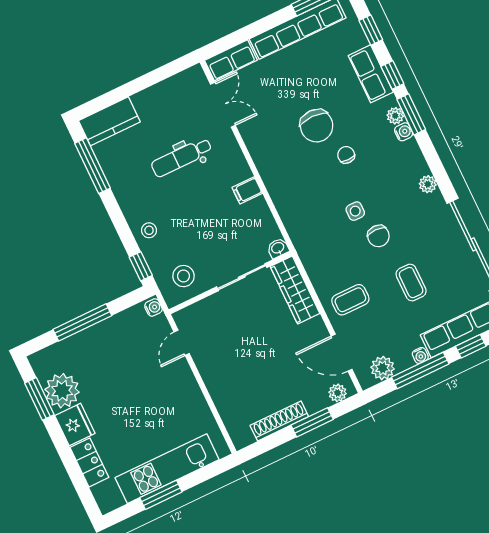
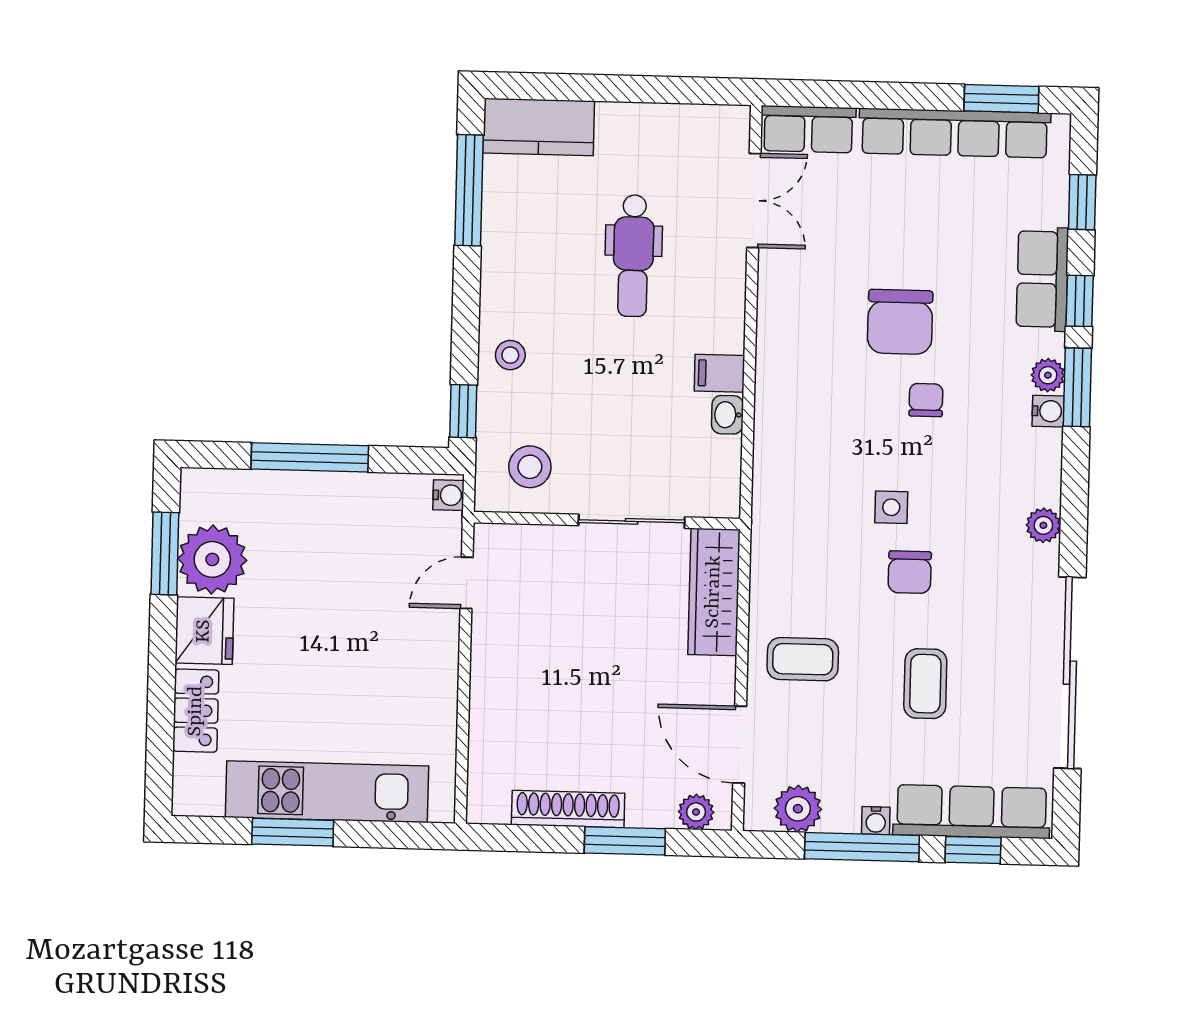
dental chair: (182, 157) -> (633, 256), turned -90
washbasin: (278, 248) -> (727, 415), moved, turned -90

